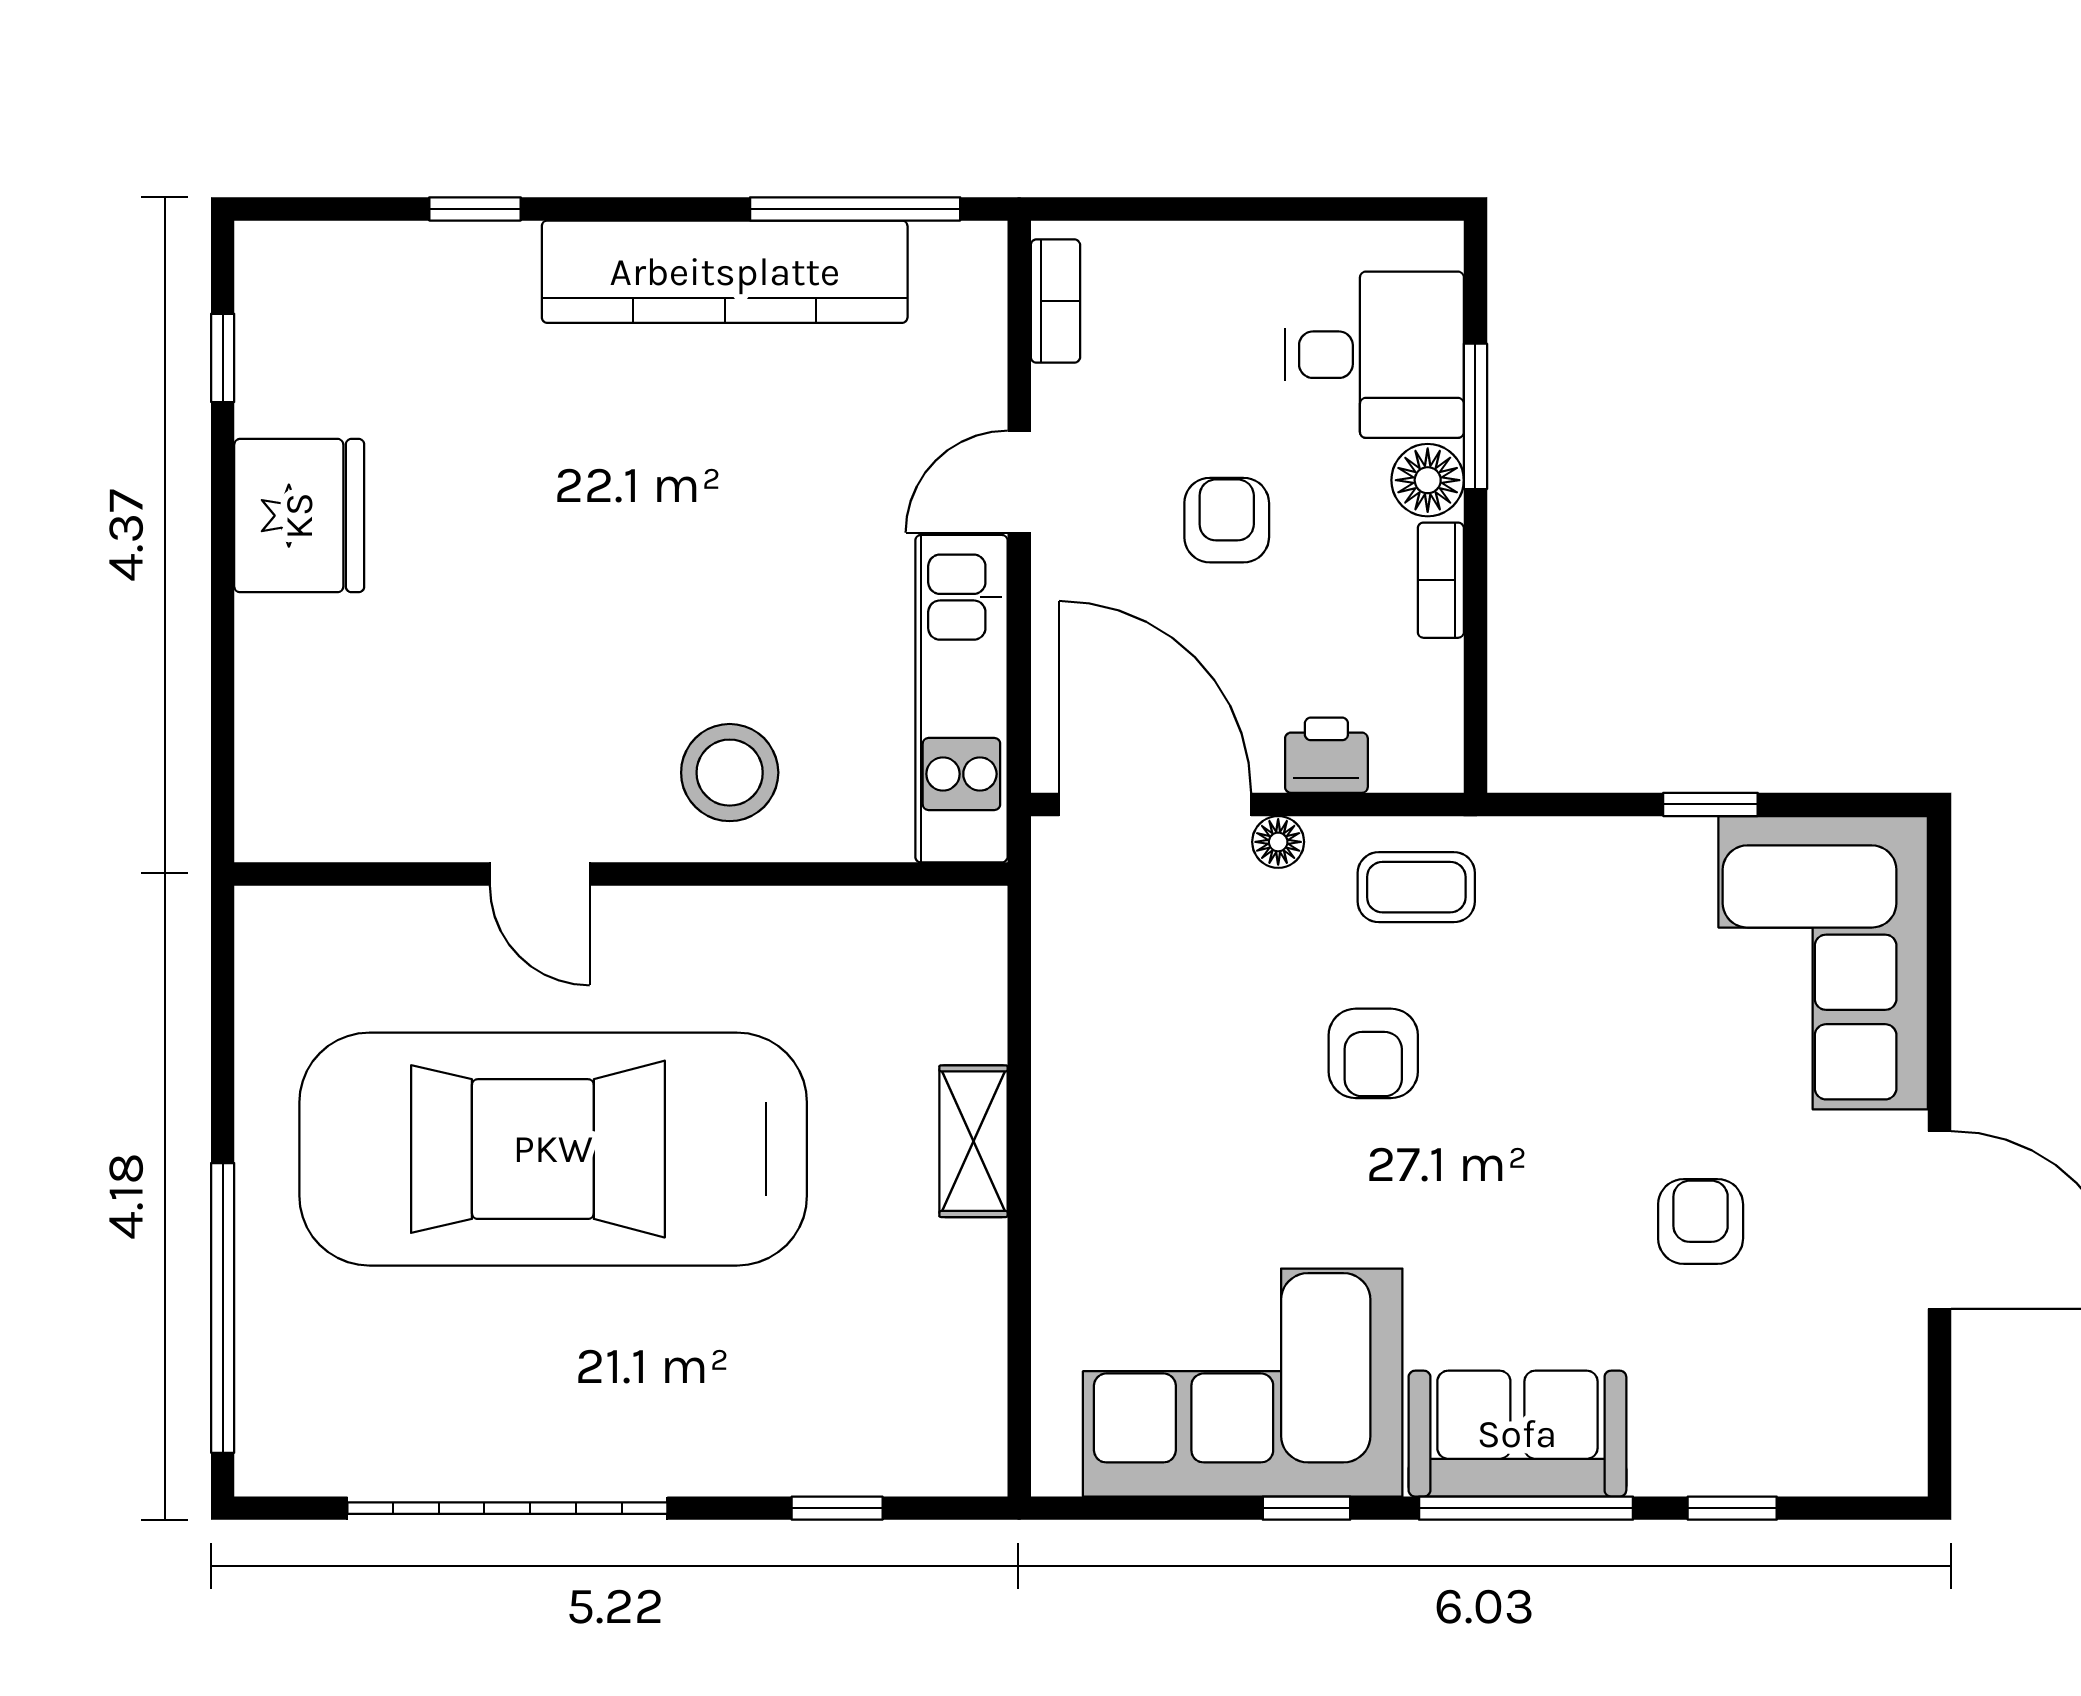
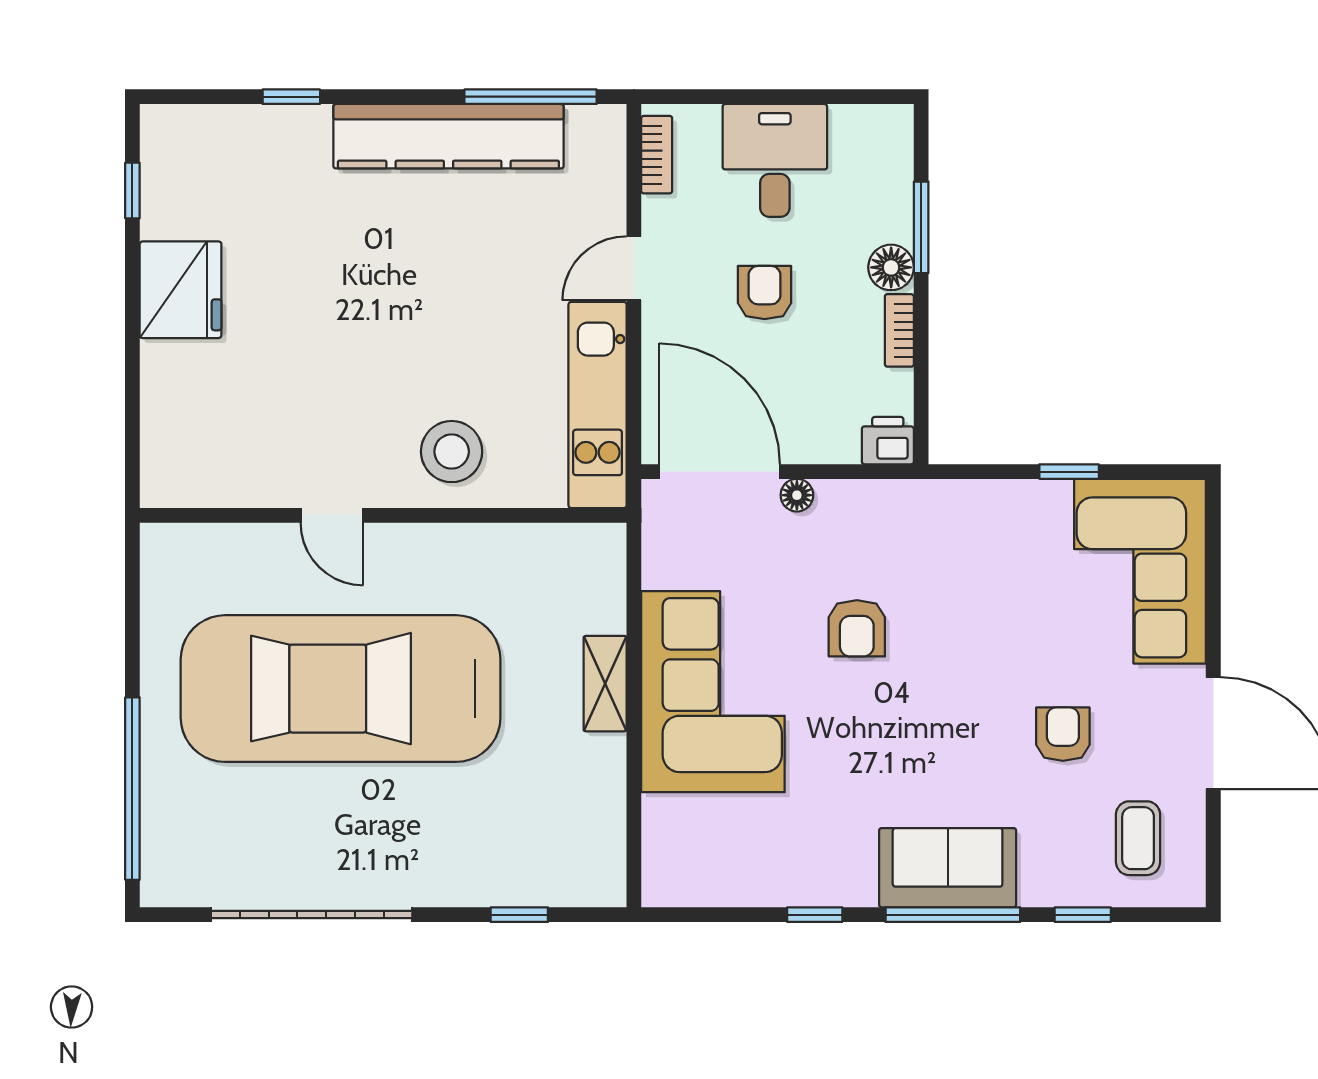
desk: (1374, 355) -> (775, 160), moved, turned -90
printer: (1326, 755) -> (888, 441), moved
coffee table: (1416, 887) -> (1138, 838), moved, turned 90
corner sofa: (1243, 1383) -> (713, 692), moved, turned 90

